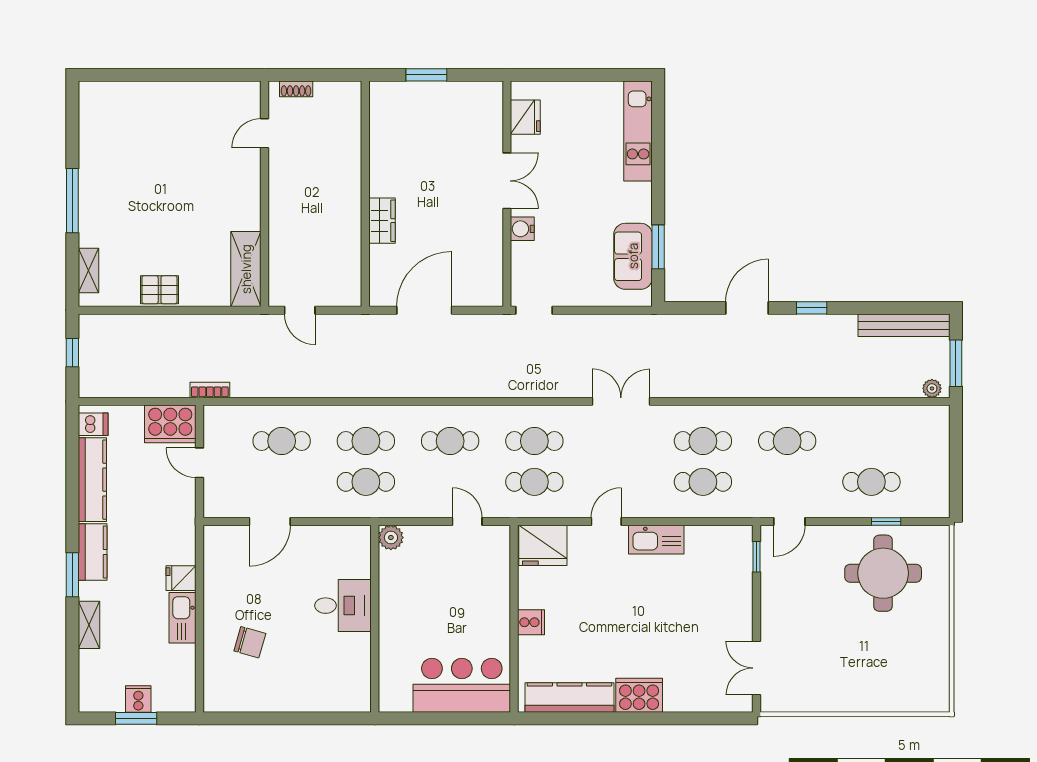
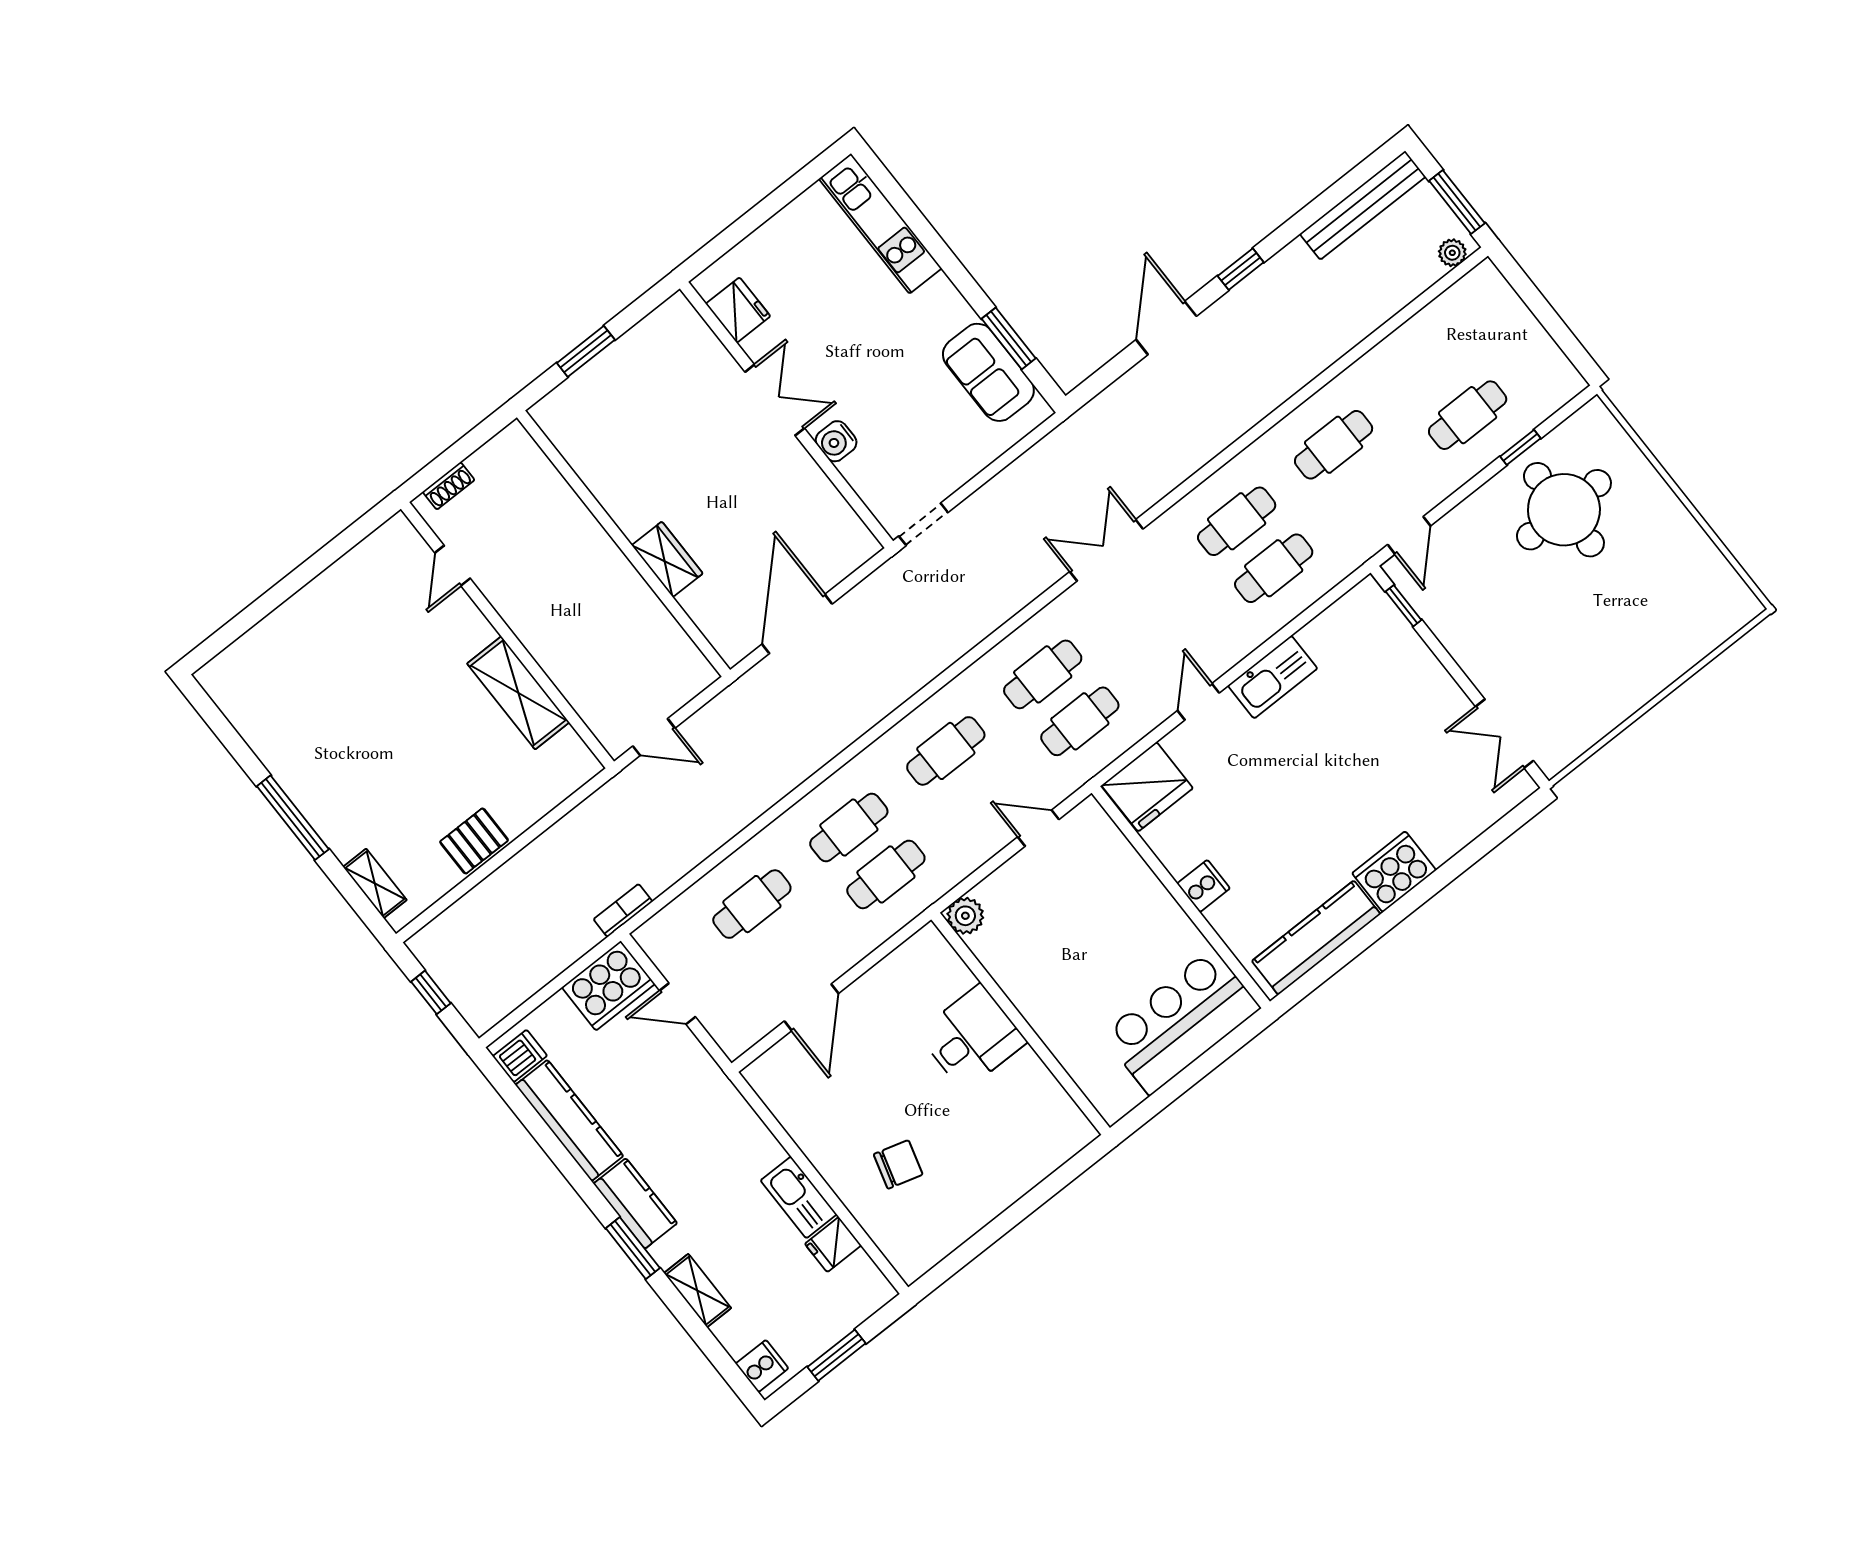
shelving: (246, 269) -> (518, 693), moved
fridge: (181, 578) -> (833, 1245), moved
cooker: (138, 699) -> (762, 1366), moved, turned 90

